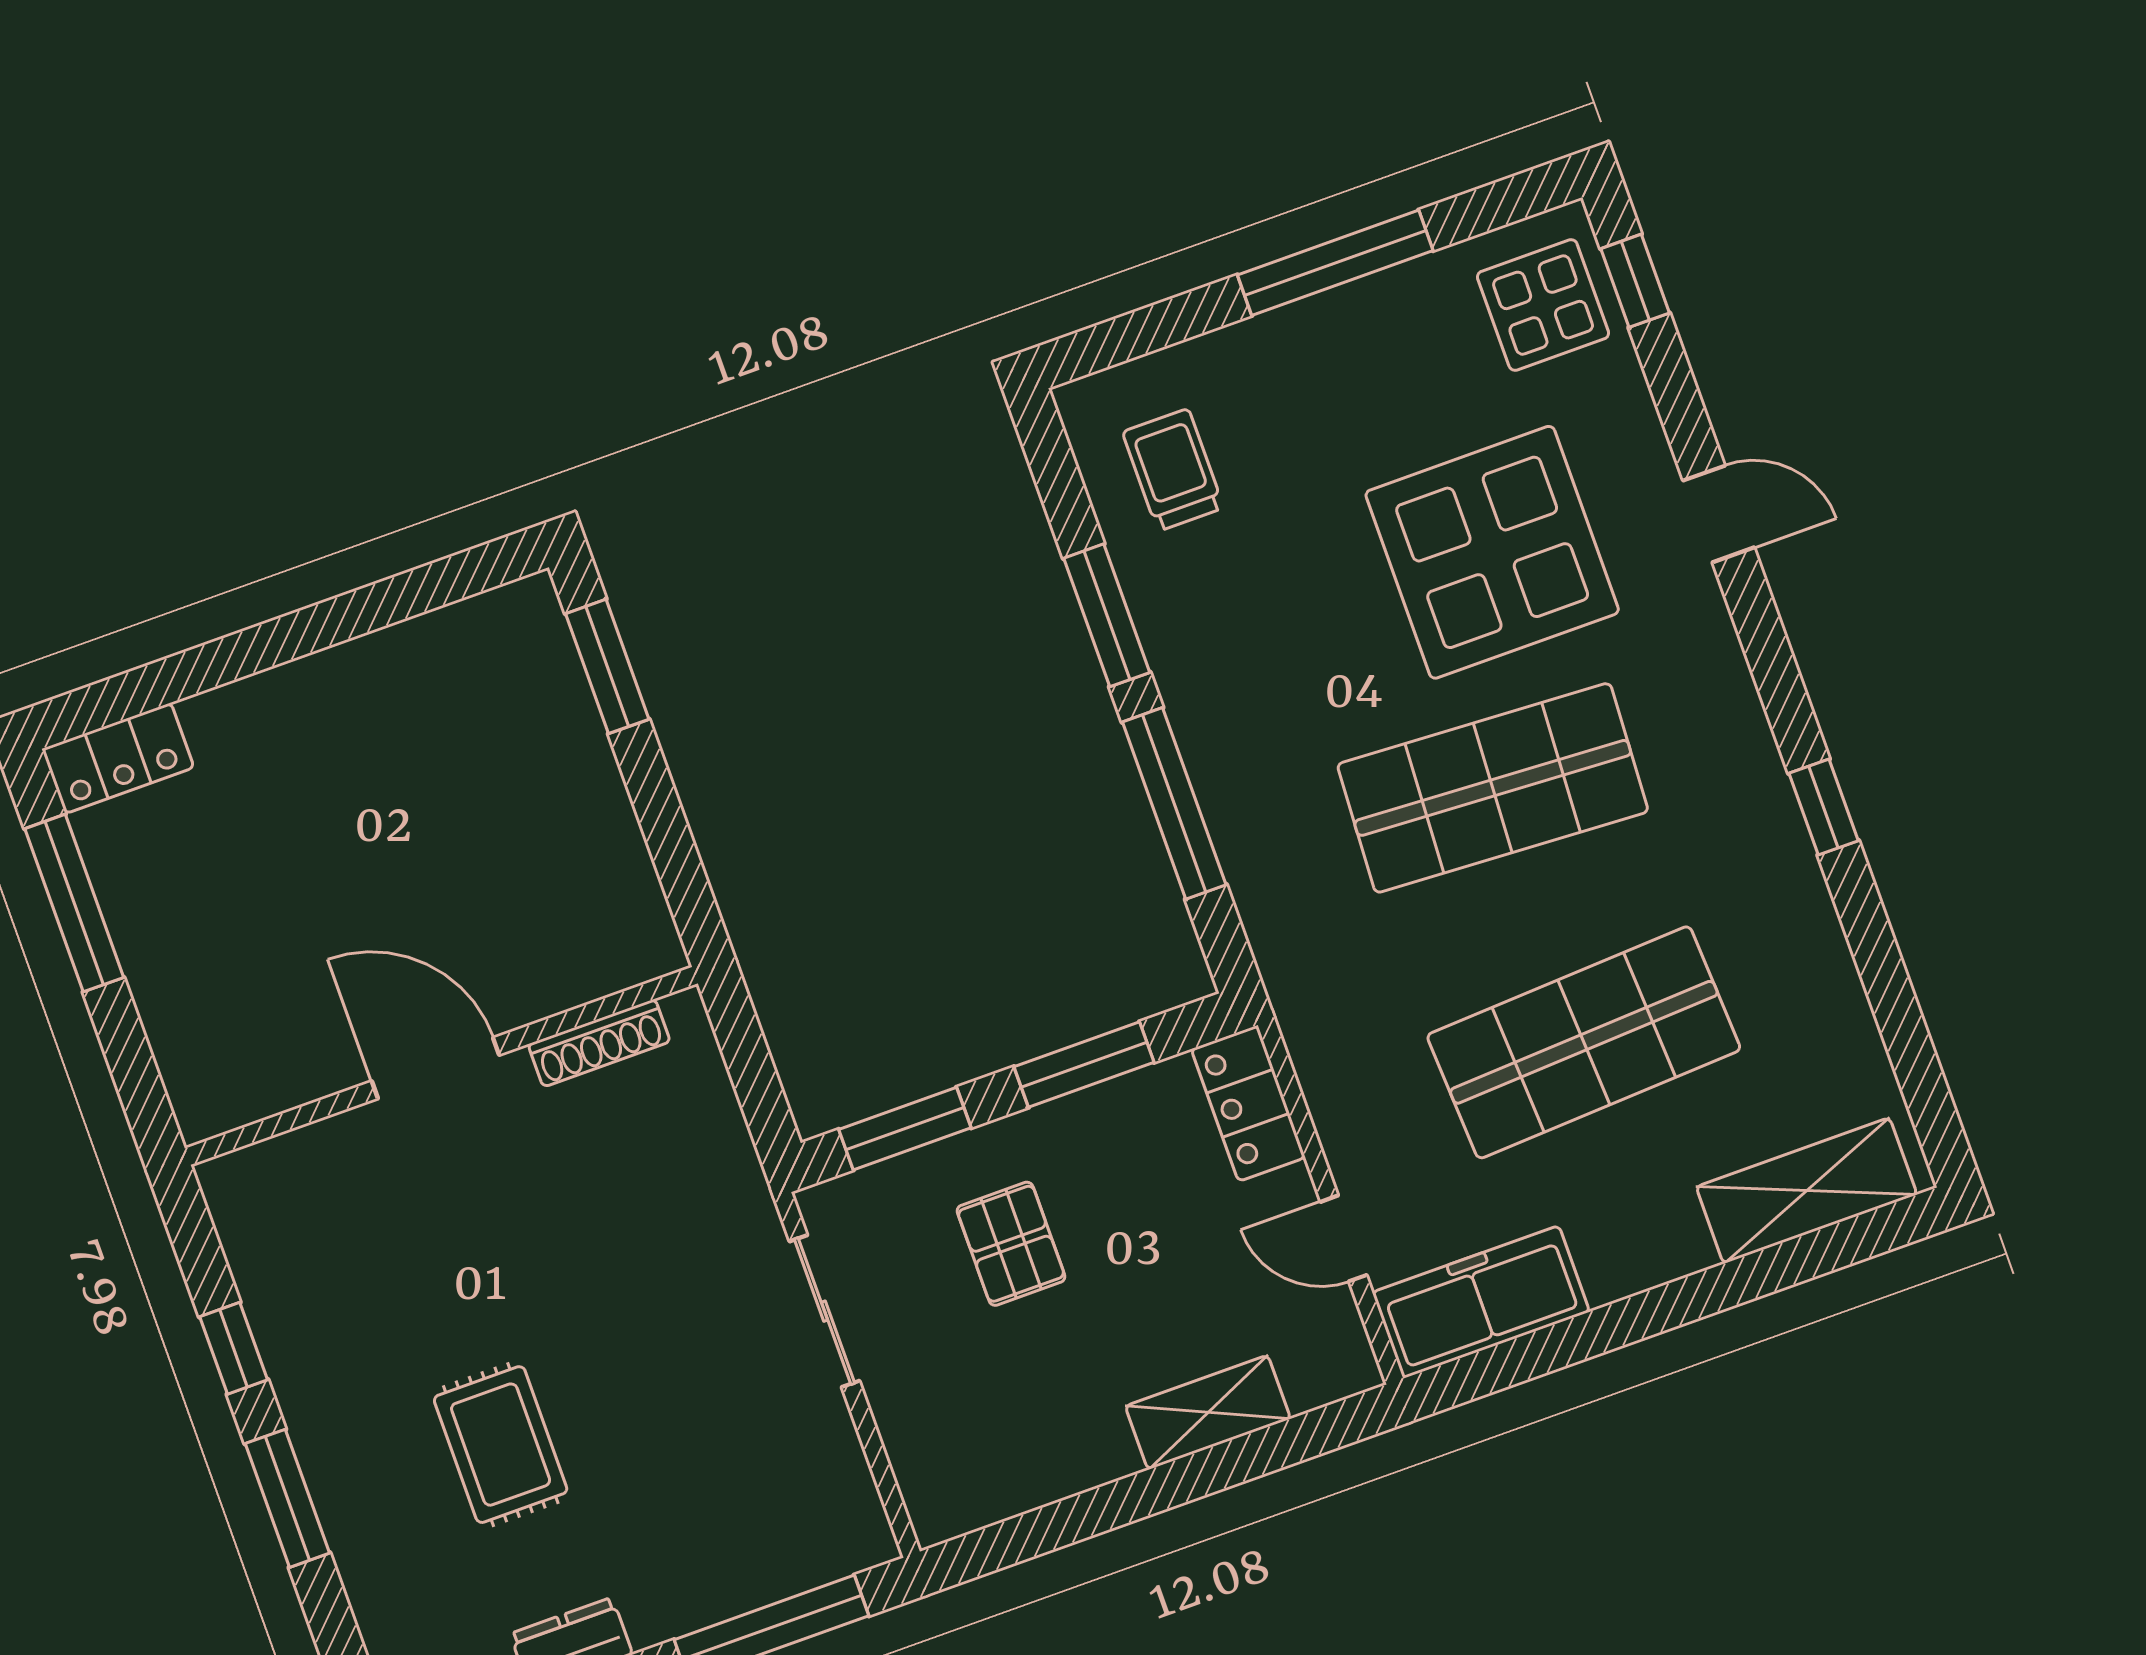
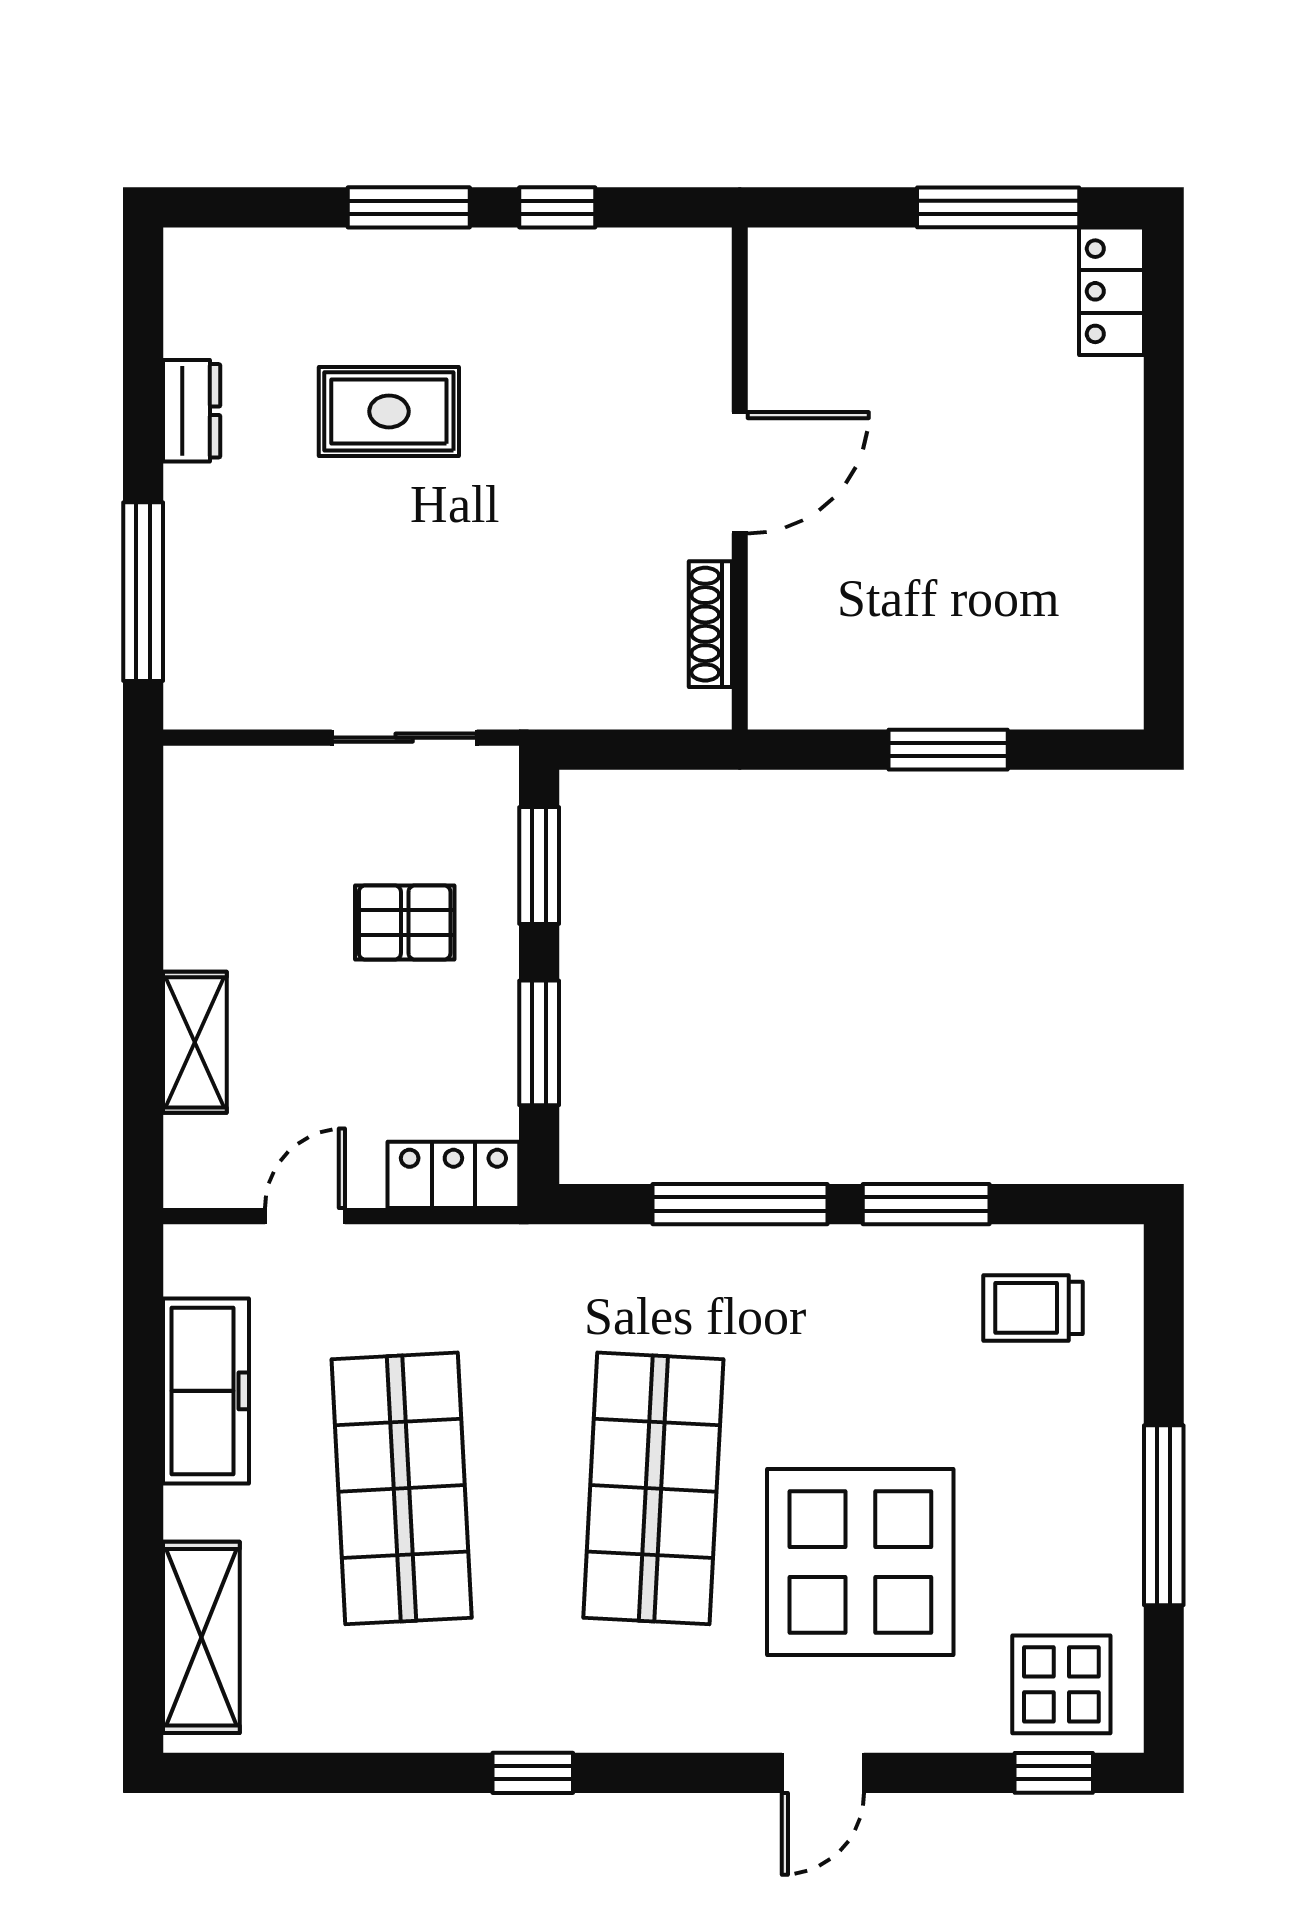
trolley: (1173, 470) -> (1033, 1308), turned 180
window: (607, 666) -> (948, 750), moved
freezer: (1481, 1302) -> (206, 1391), moved

